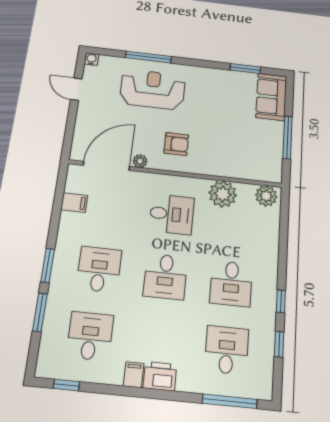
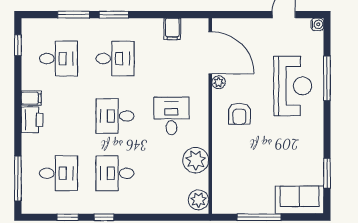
desk: (172, 214) -> (171, 116), turned 180

